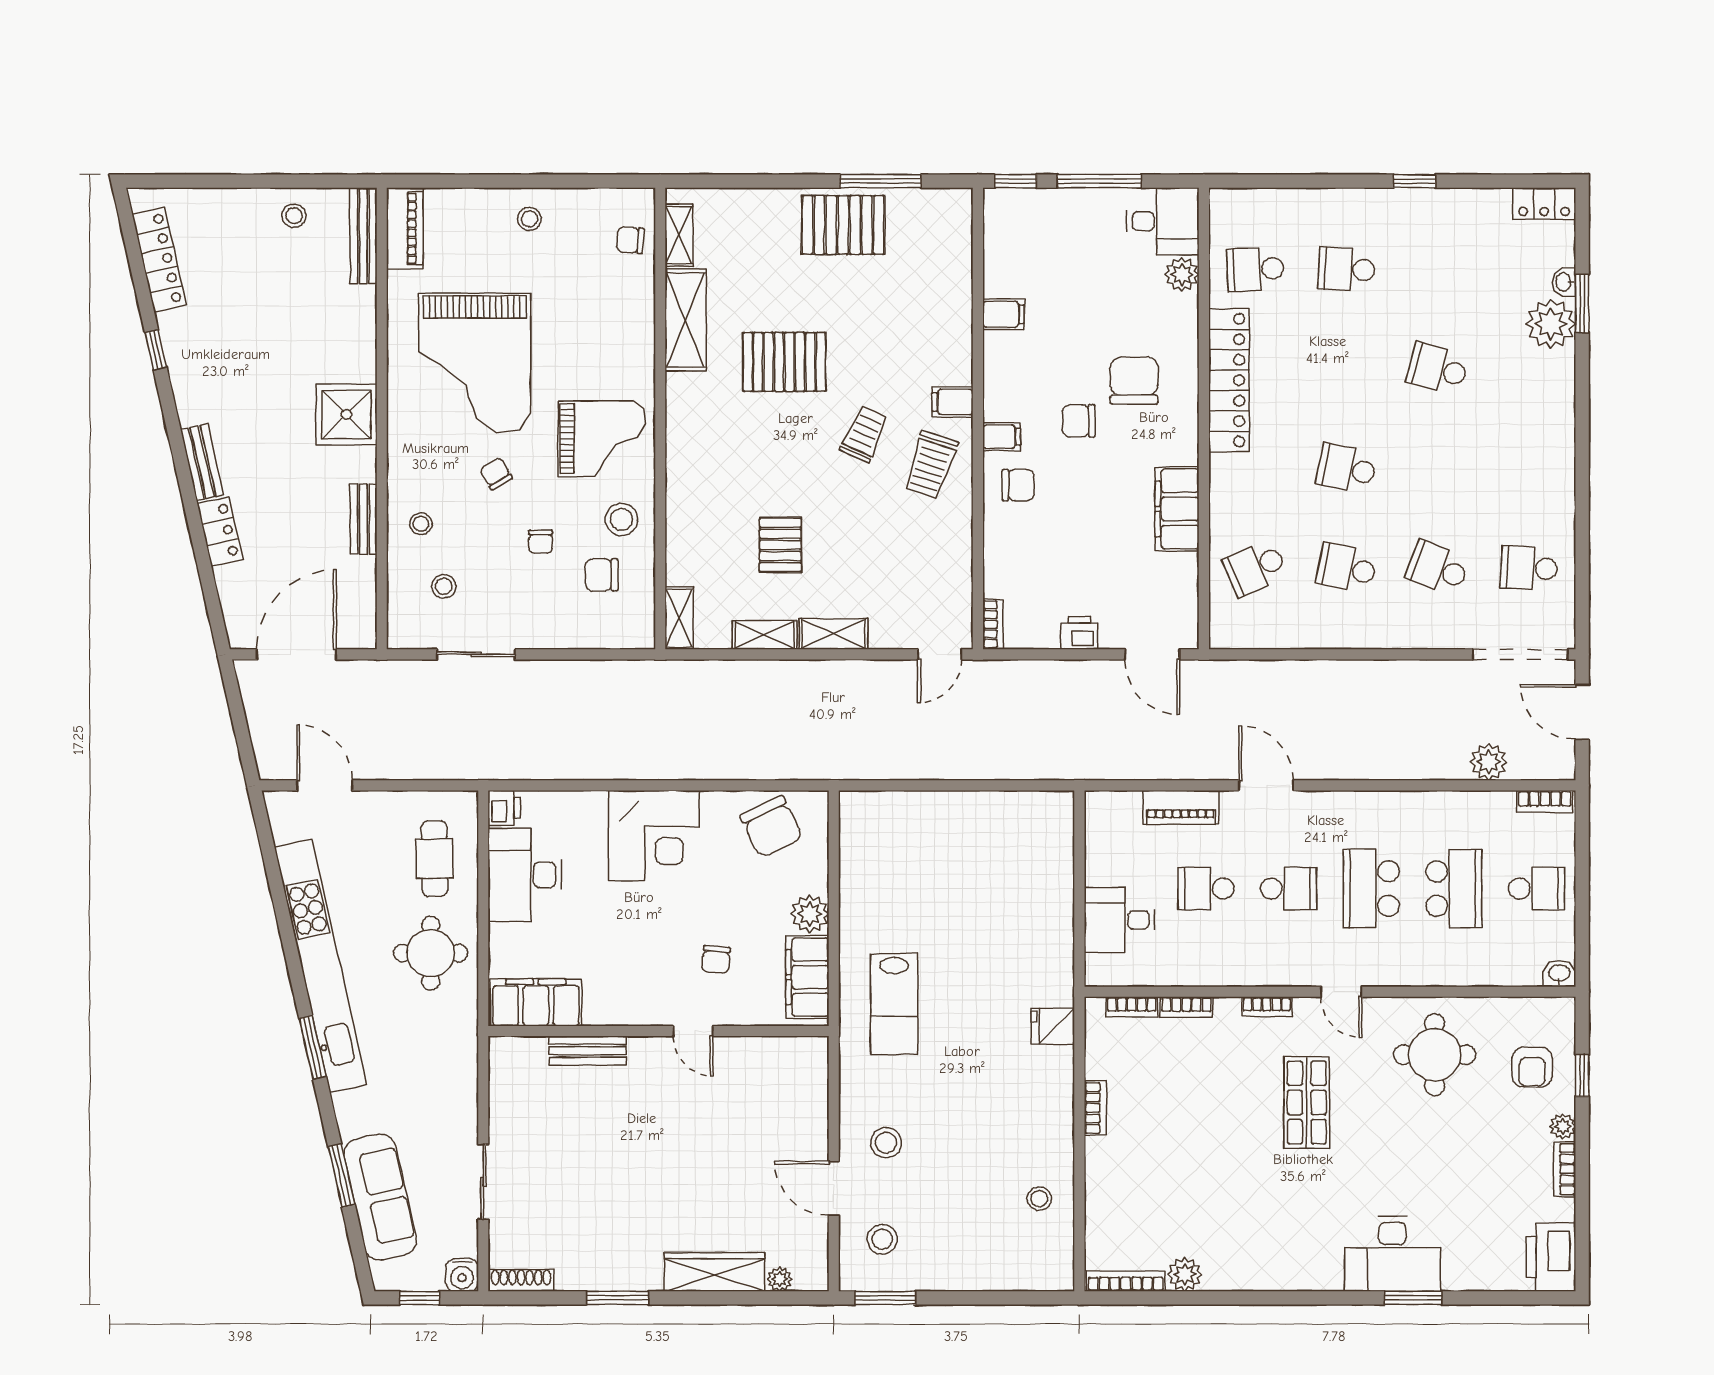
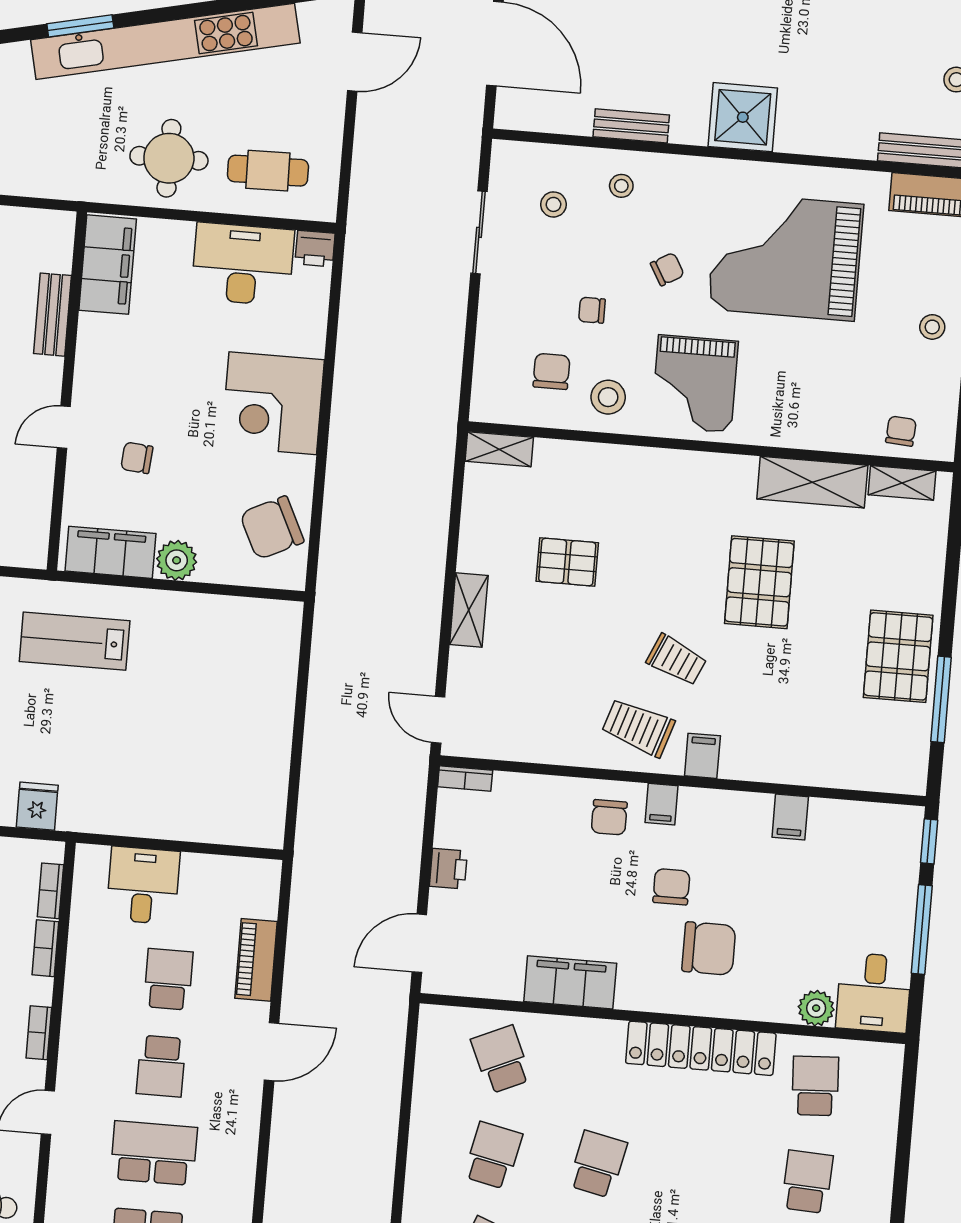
shelving: (765, 635) -> (474, 537), removed

